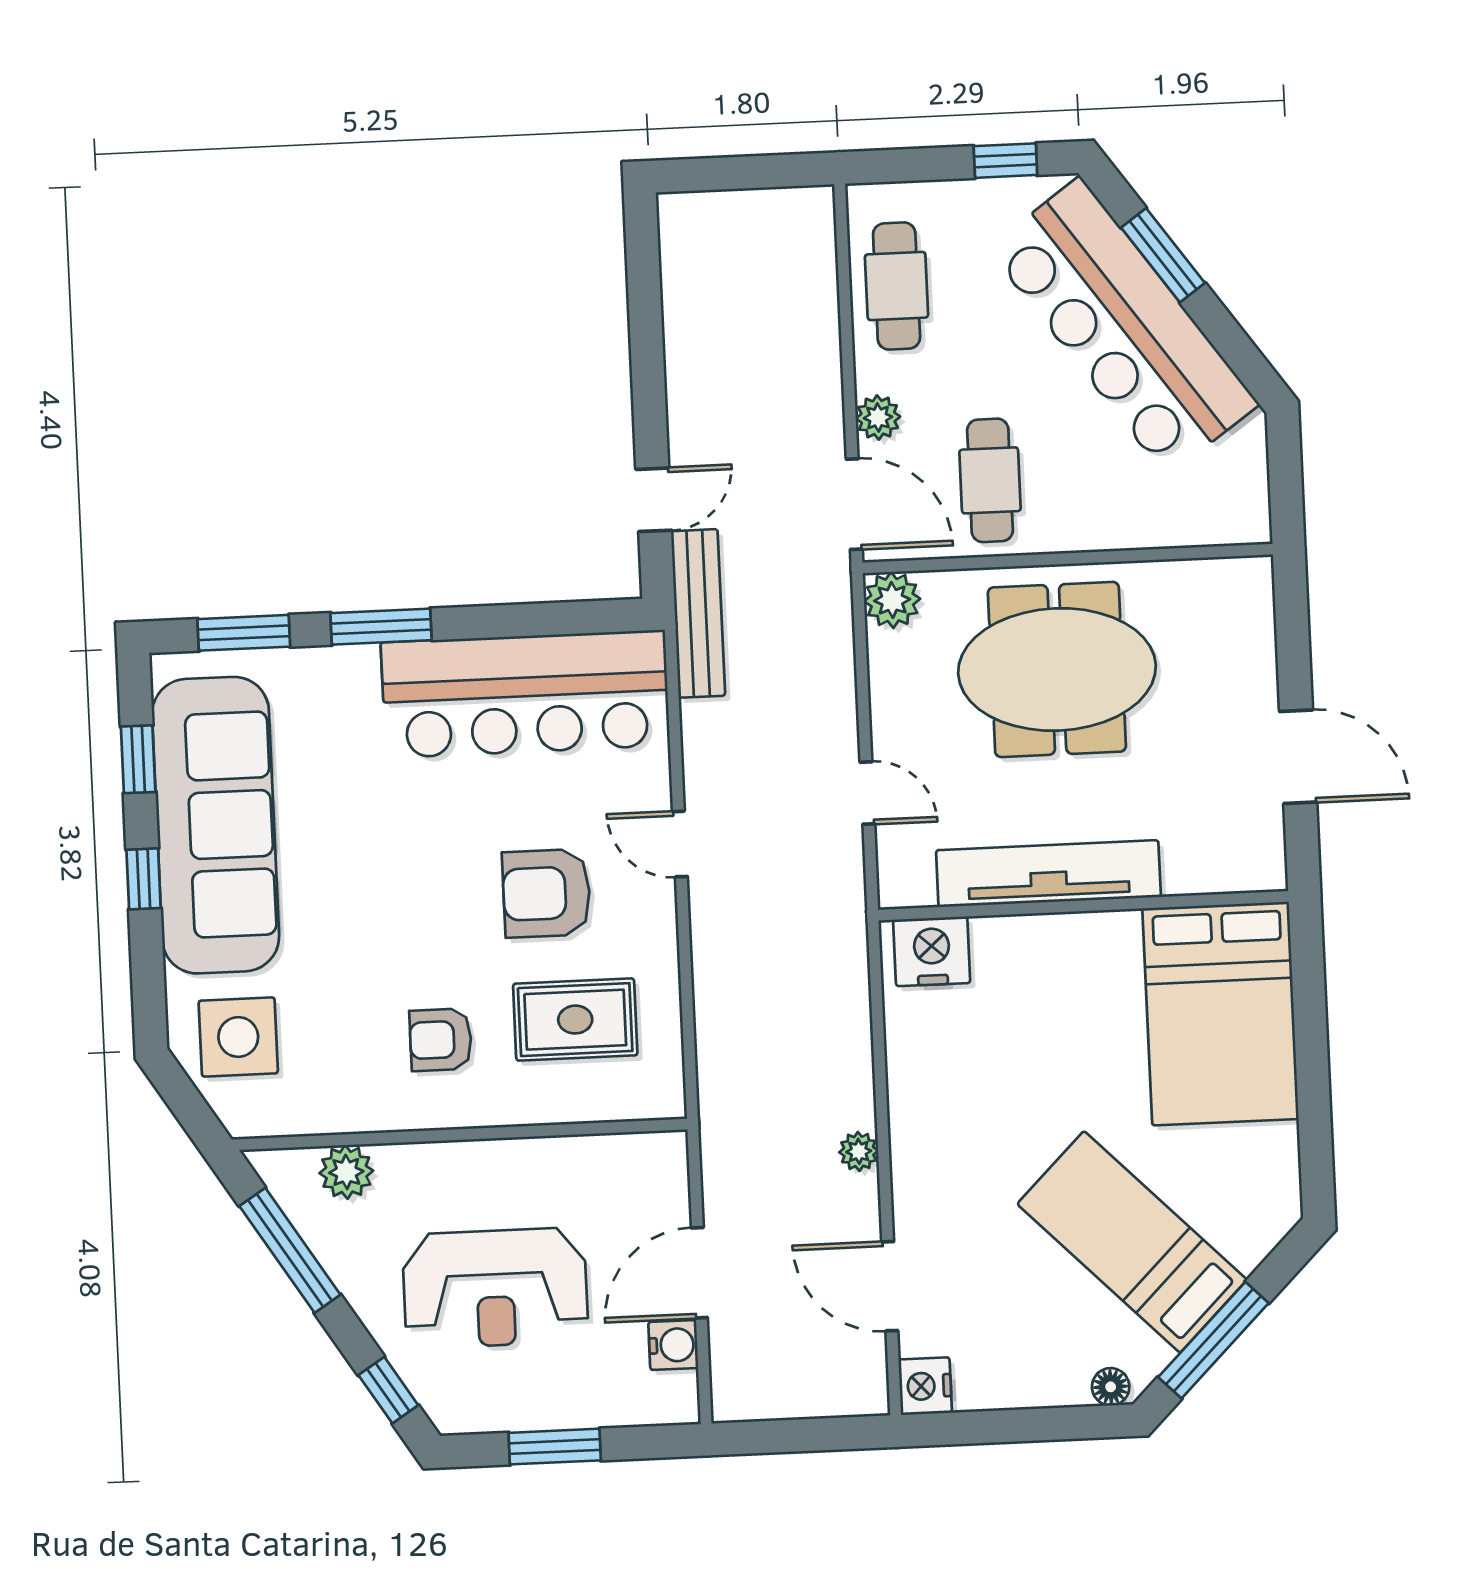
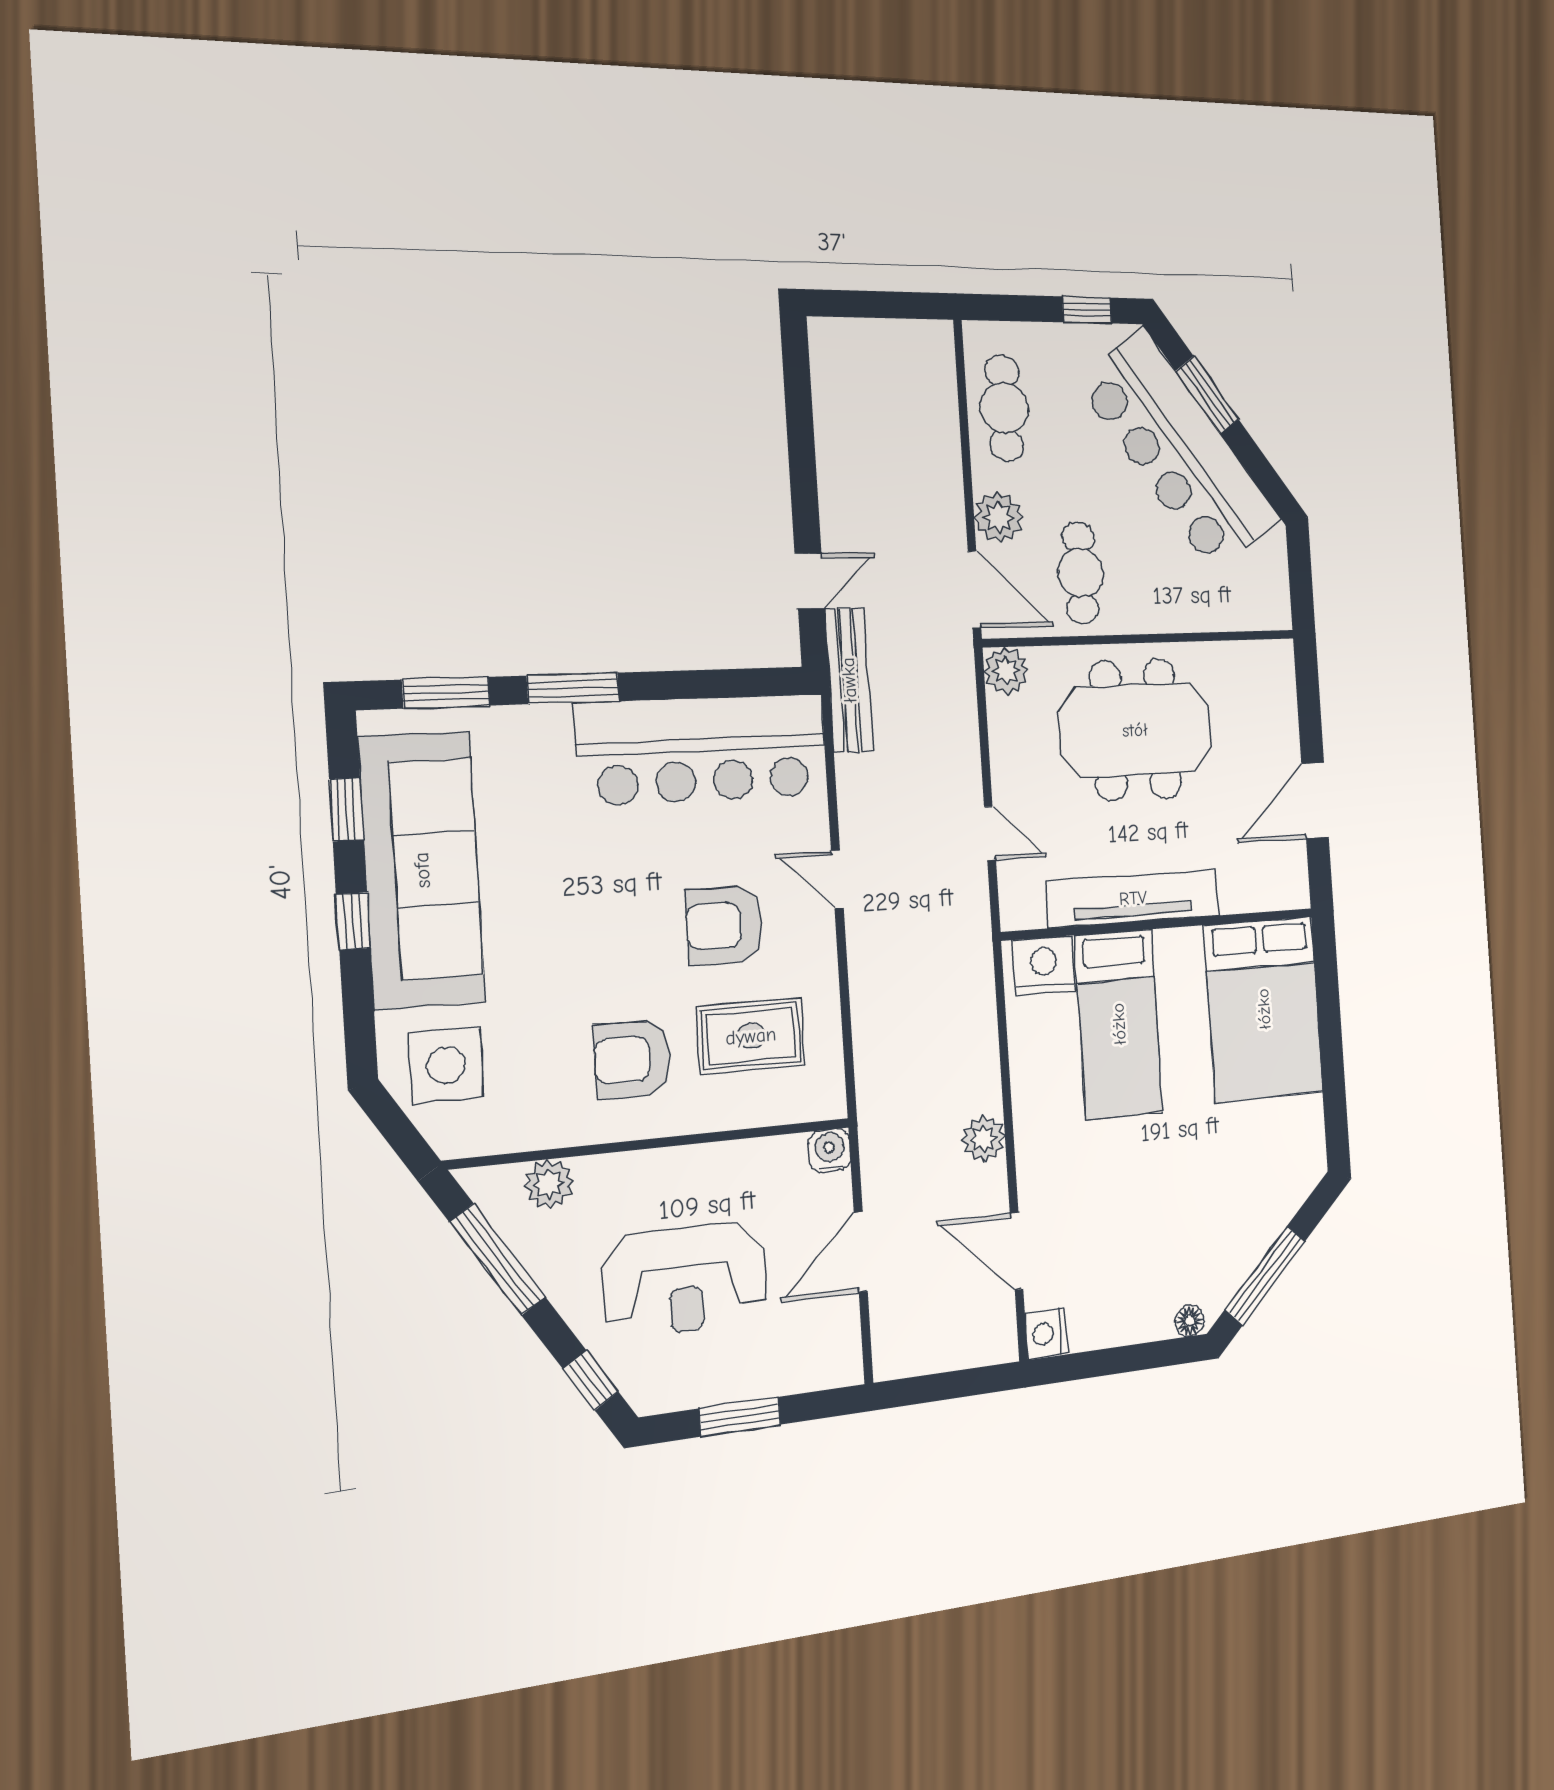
plant: (878, 418) -> (999, 517), width x1.38, depth x1.38
door: (1298, 757) -> (1315, 800), swing flipped
armchair: (441, 1040) -> (633, 1059), width x1.38, depth x1.38
plant: (859, 1151) -> (983, 1139), width x1.38, depth x1.38
bed: (1132, 1242) -> (1119, 1024), moved, turned -135
water cooler: (673, 1345) -> (830, 1151), moved, turned -90

